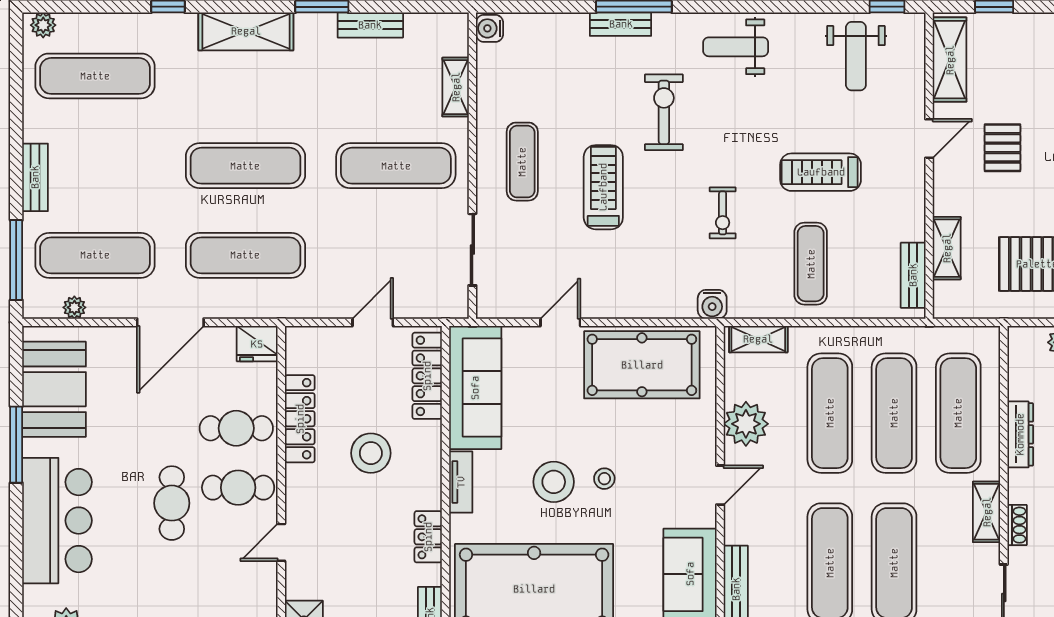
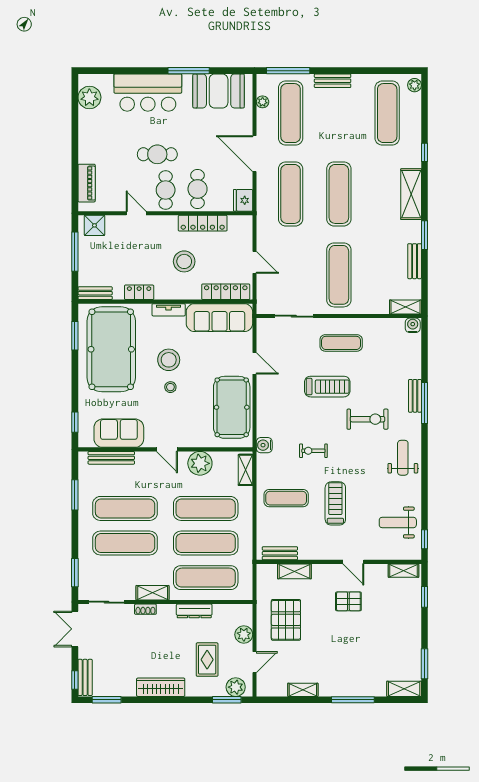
shelving: (950, 60) -> (403, 571), width x0.67, depth x0.75
shelving: (456, 87) -> (405, 307), moved

